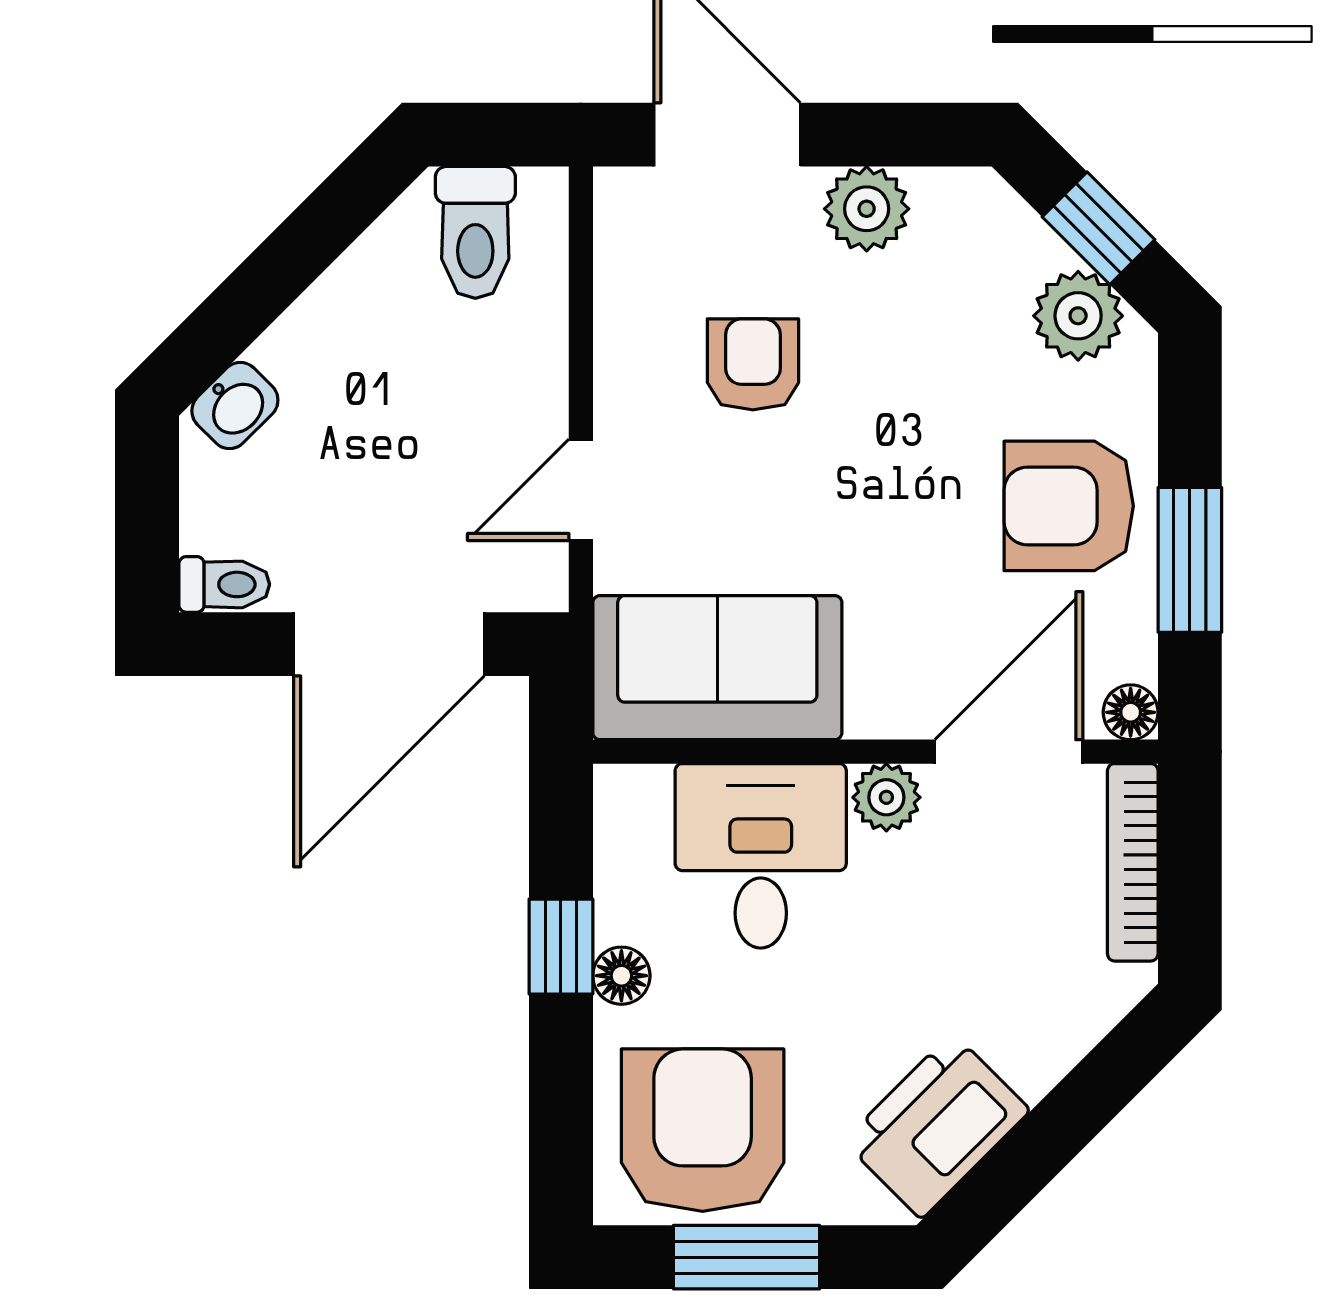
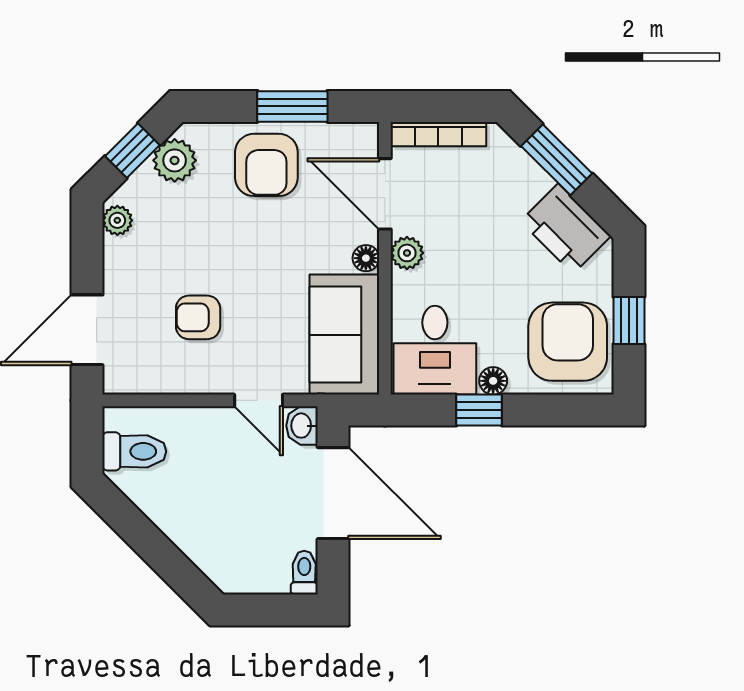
plant: (867, 209) -> (117, 220), moved, width x0.73, depth x0.73
washbasin: (235, 406) -> (302, 426), moved, turned -135
floor lamp: (1131, 712) -> (366, 258), moved
desk: (761, 856) -> (435, 350), moved, turned -90
window: (1080, 1107) -> (557, 160), added
armchair: (703, 1130) -> (568, 342), turned 90
window: (747, 1257) -> (629, 320), width x0.67

